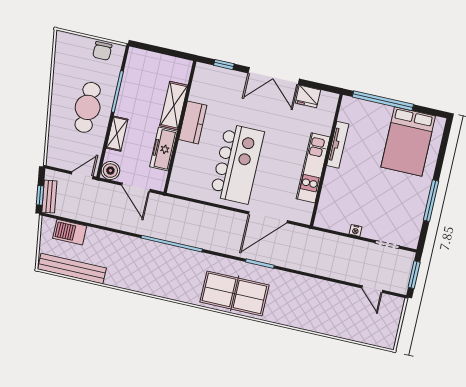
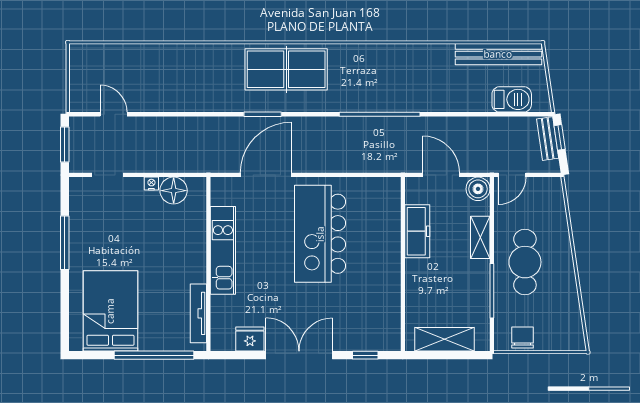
shelving: (174, 106) -> (445, 339), moved, turned 90
kitchen counter: (193, 122) -> (388, 273), removed
tv unit: (338, 145) -> (198, 313), moved
floor lamp: (340, 221) -> (174, 191), added

